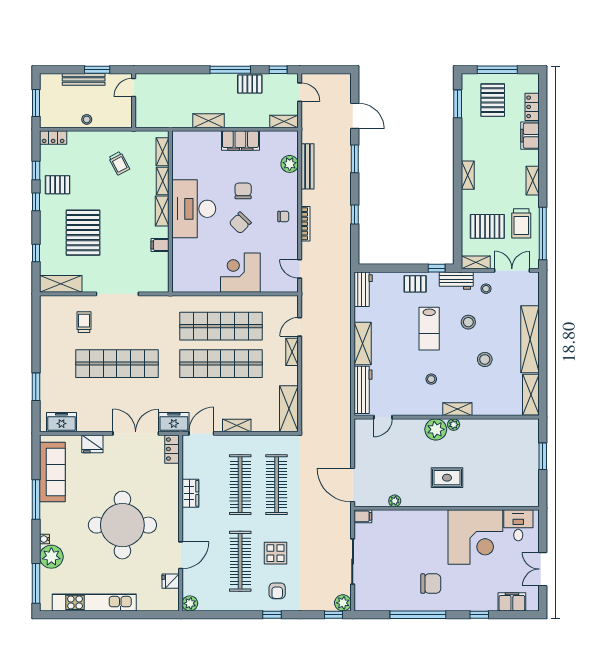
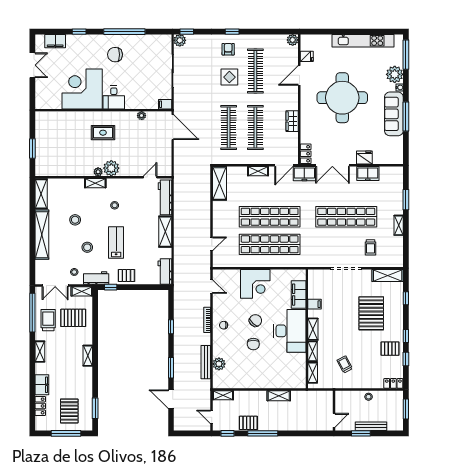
filing cabinet: (240, 141) -> (299, 295), moved, turned -90
shelving: (292, 352) -> (399, 225), moved
freezer: (62, 422) -> (368, 174), moved
sofa: (52, 472) -> (394, 114), moved
desk: (518, 525) -> (114, 97), moved

